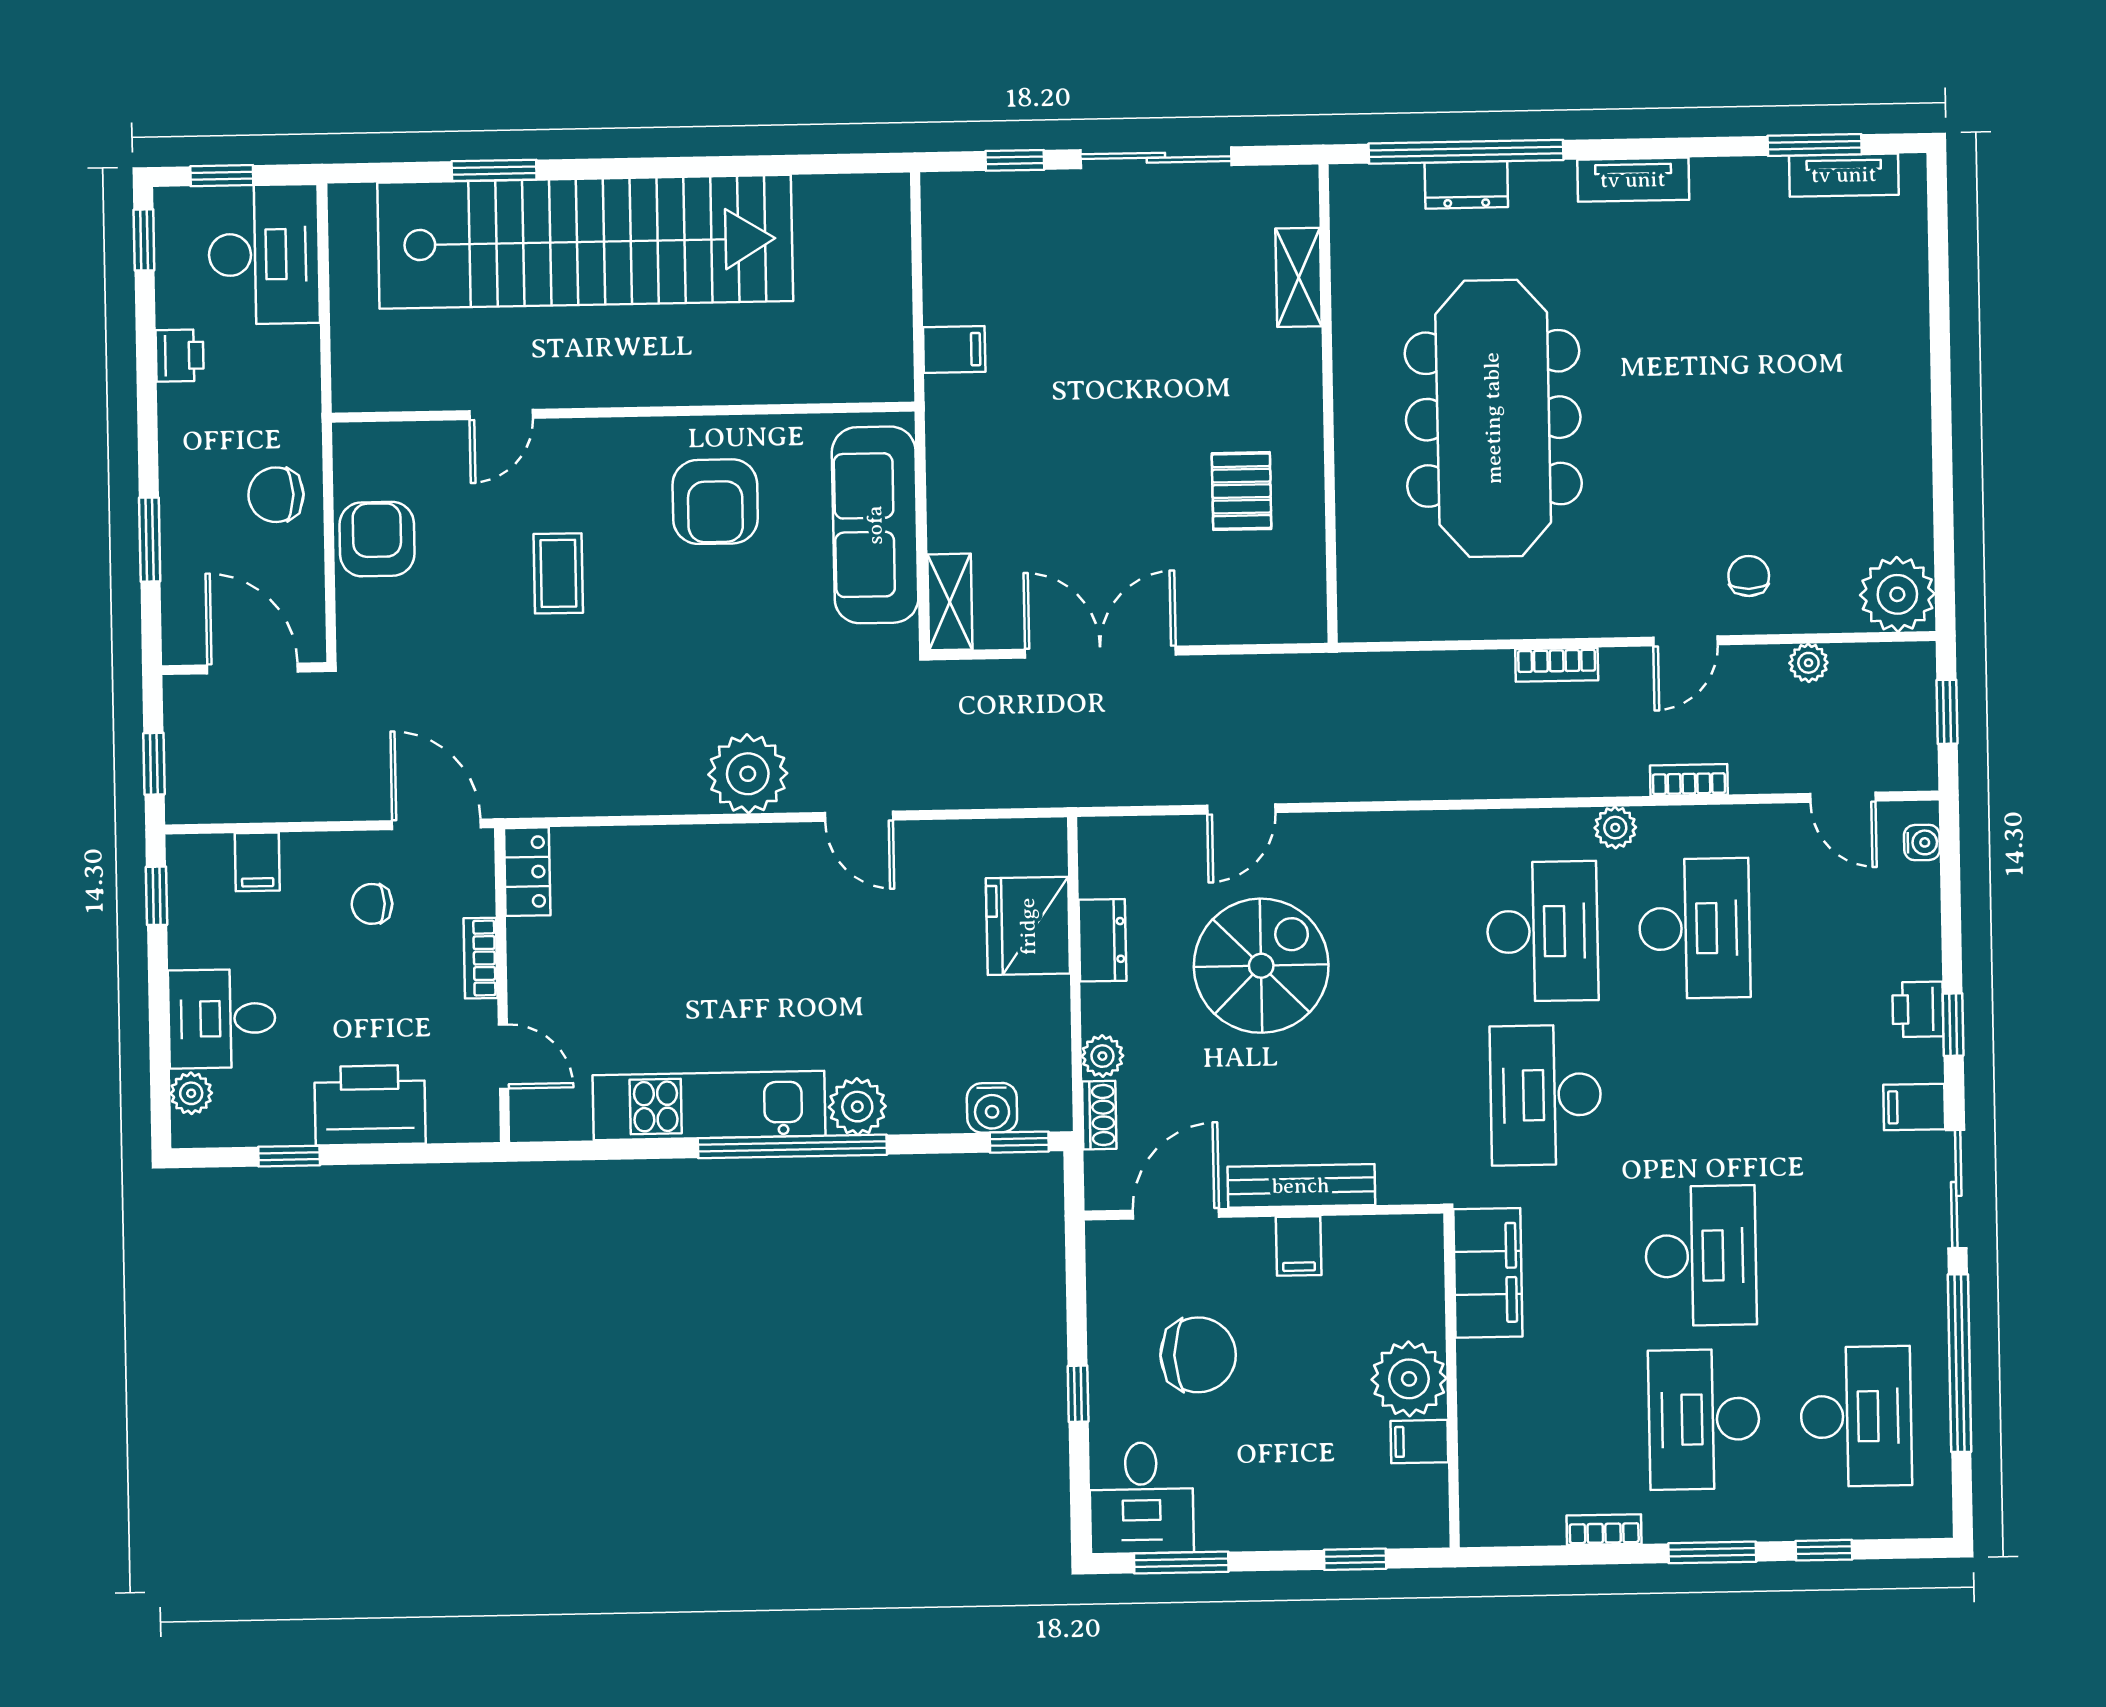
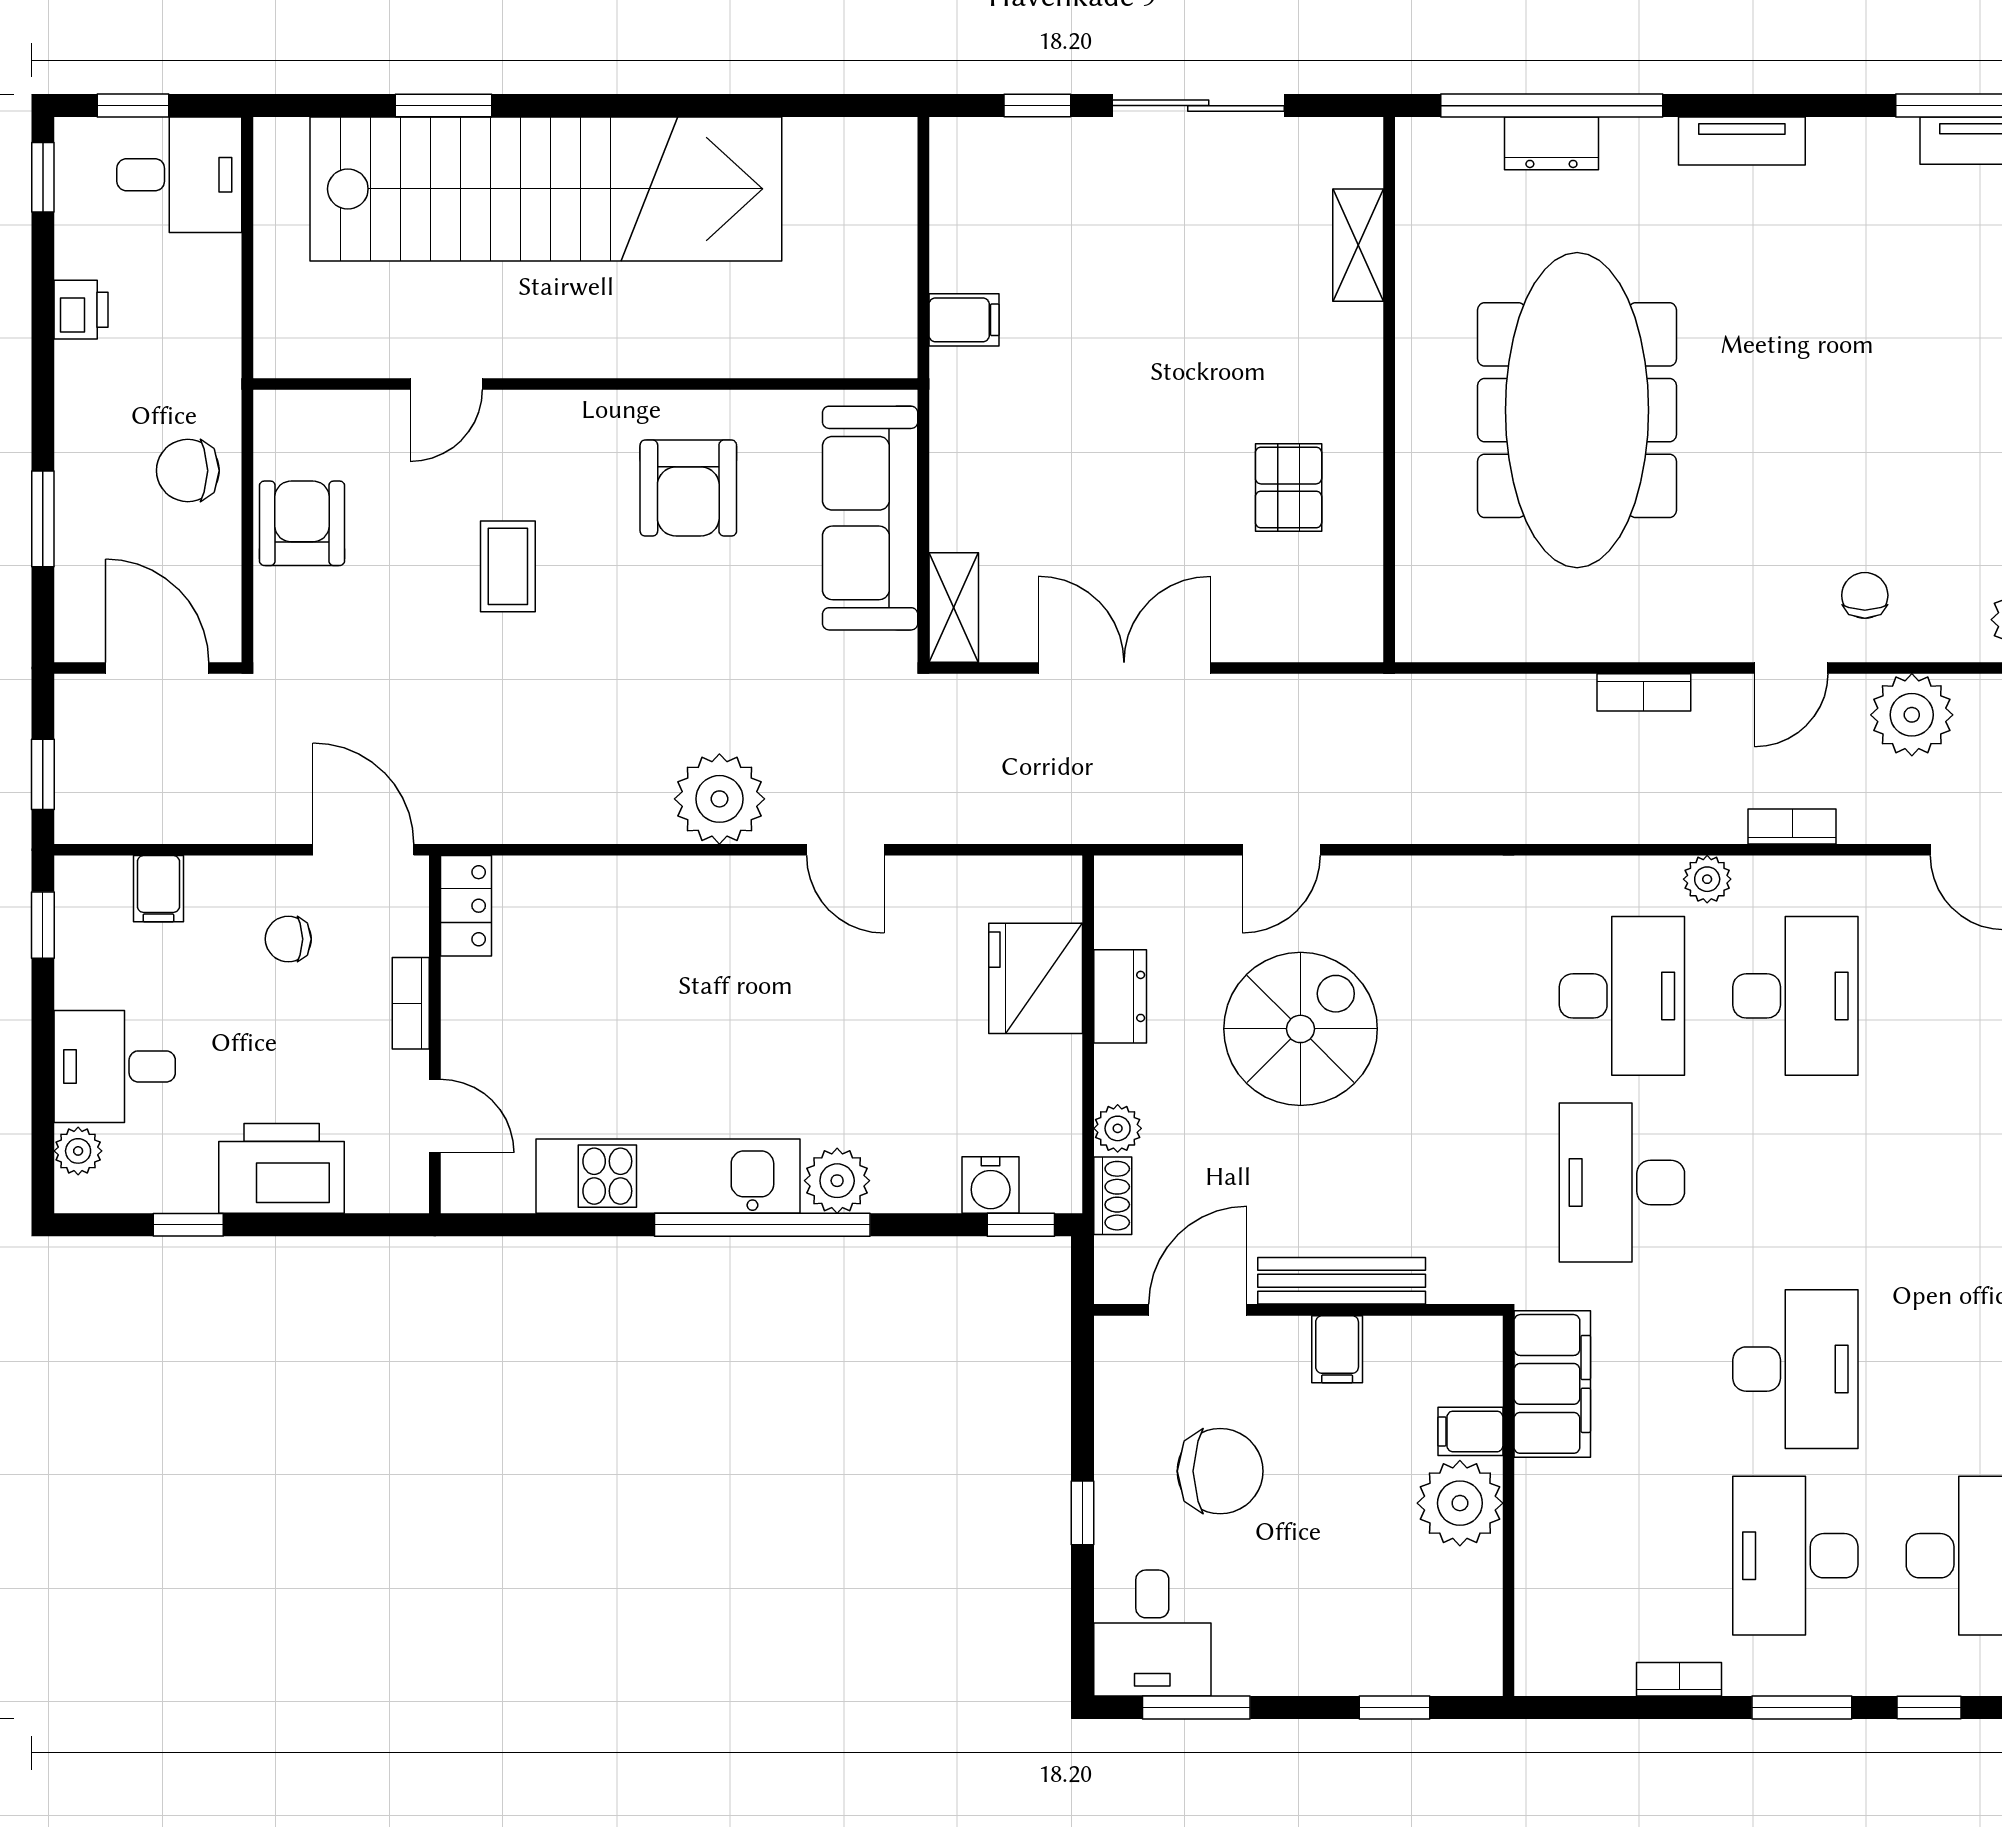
desk: (264, 254) -> (179, 175), width x0.73
plant: (1808, 663) -> (1912, 715), width x1.87, depth x1.87
filing cabinet: (1419, 1442) -> (1470, 1431), moved

